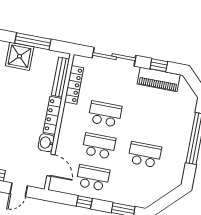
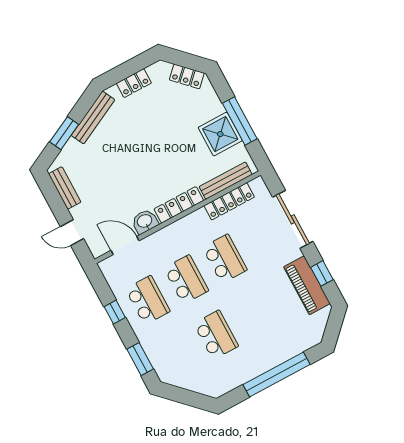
shower: (20, 56) -> (220, 134), moved
door: (51, 165) -> (125, 246), swing flipped

